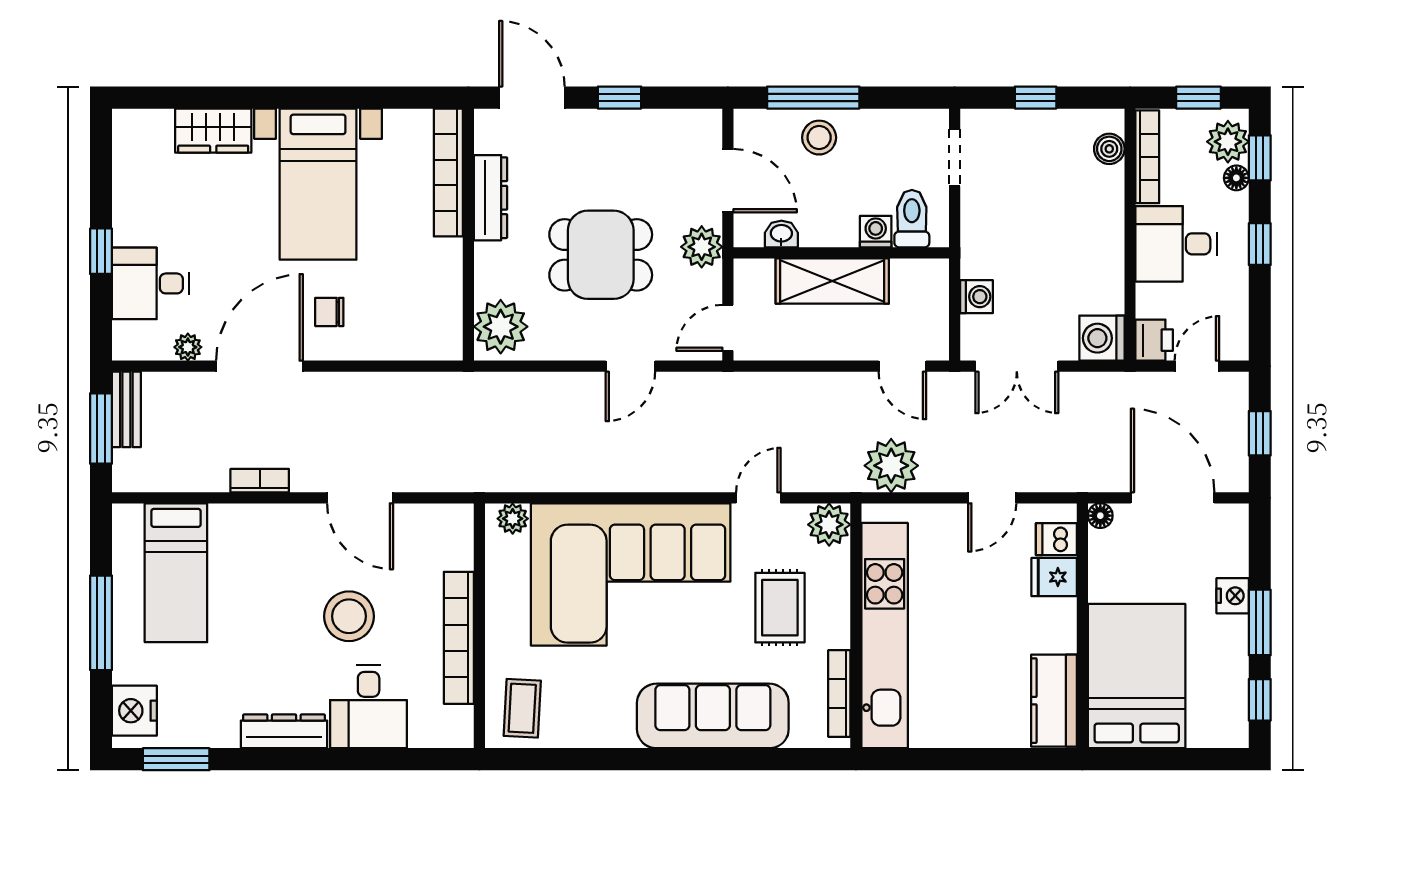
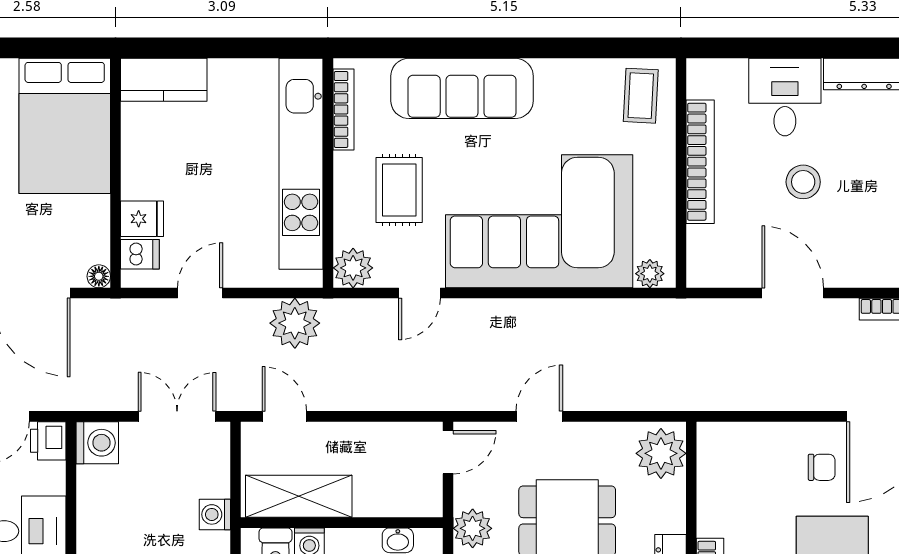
shelving: (832, 281) -> (299, 496), moved
washing machine: (976, 297) -> (215, 514), moved
stool: (349, 616) -> (803, 182), width x0.73, depth x0.73
kitchen counter: (1054, 701) -> (164, 80), moved, turned 90

